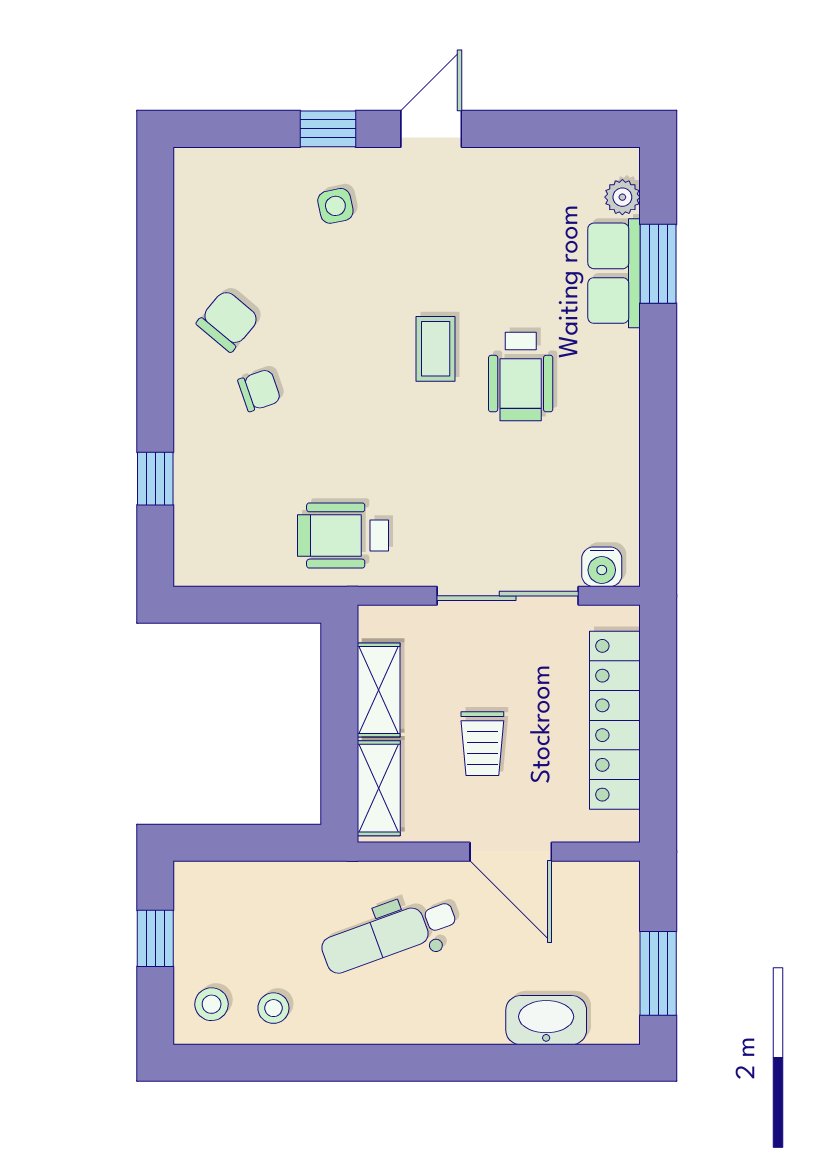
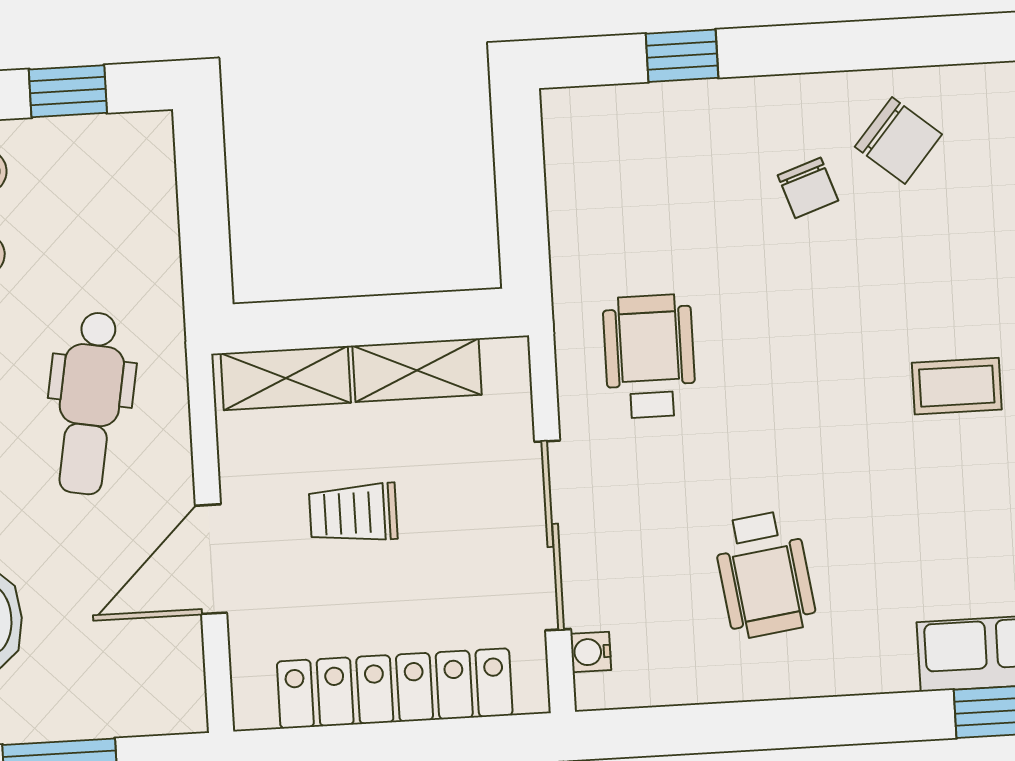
coffee table: (436, 349) -> (957, 386), moved
wheelchair: (521, 376) -> (764, 574), moved, turned -98
wheelchair: (343, 535) -> (649, 356), moved
water cooler: (602, 567) -> (591, 652), width x0.72, depth x0.72
dental chair: (389, 936) -> (90, 403), turned -150

